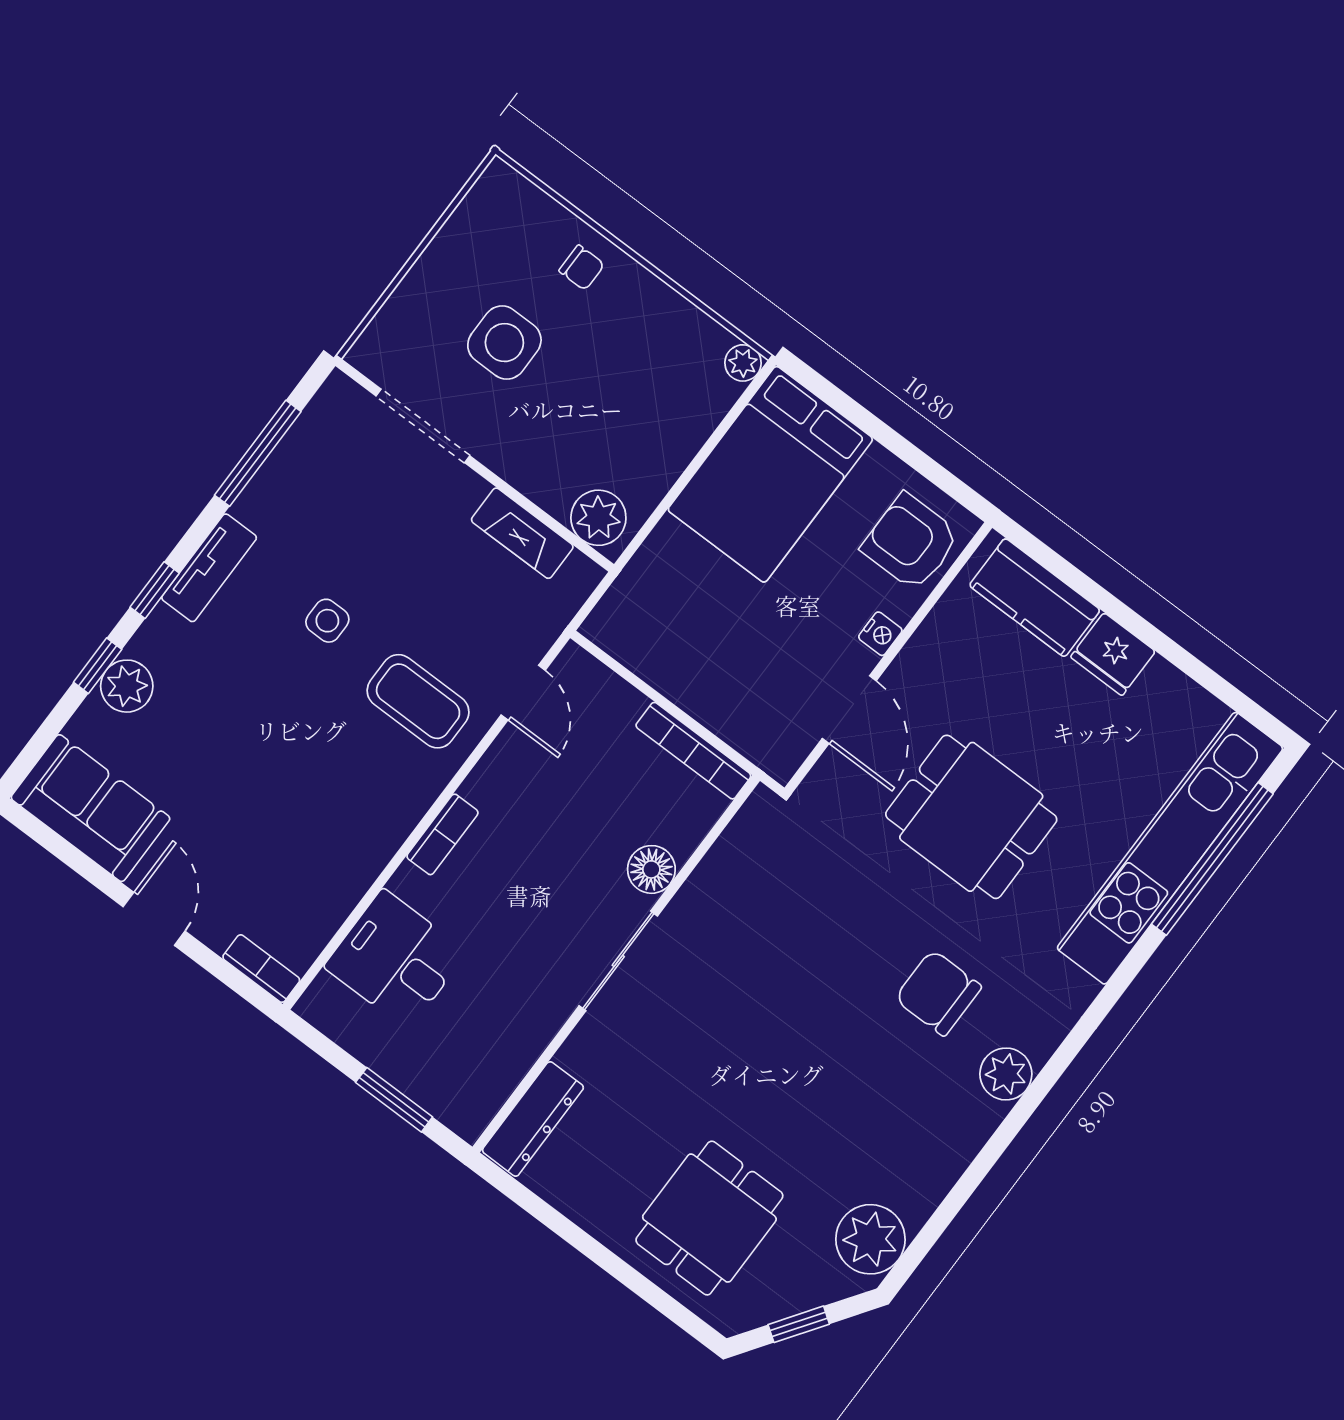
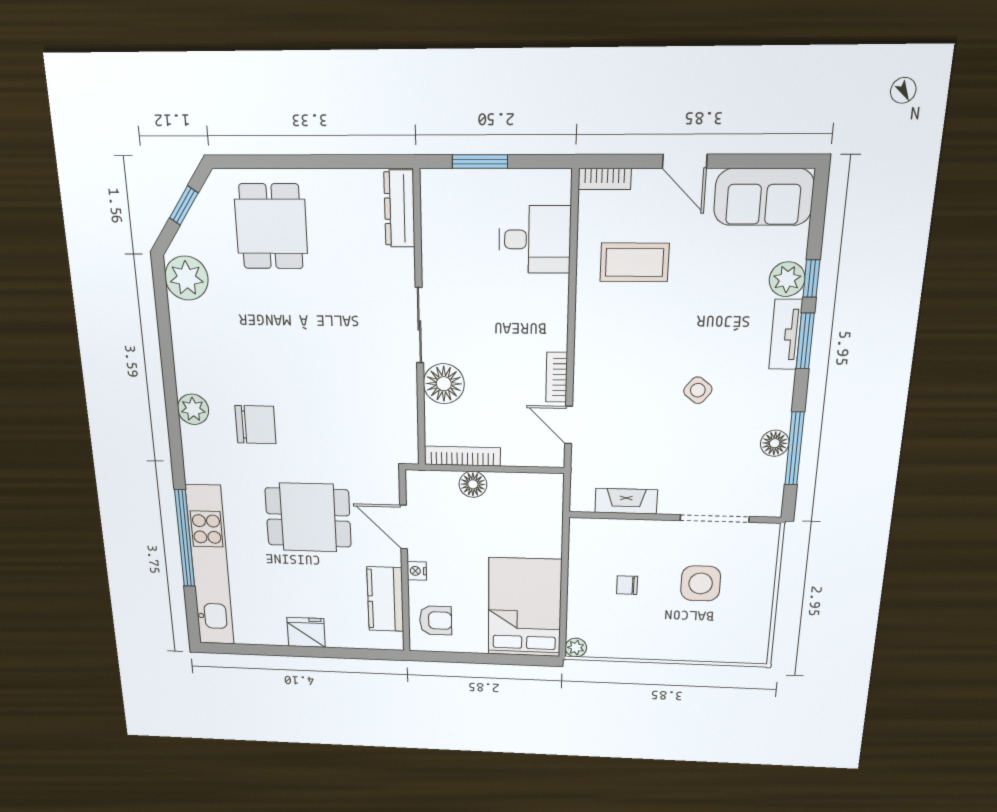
chair: (582, 268) -> (627, 585), moved
floor lamp: (278, 479) -> (775, 443), added
plant: (598, 518) -> (593, 534), removed
armchair: (911, 542) -> (436, 620), width x0.72, depth x0.72
tv unit: (209, 568) -> (786, 335), moved
window: (155, 590) -> (805, 341), width x1.50
kitchen counter: (1035, 598) -> (385, 599), moved, turned -90
side table: (327, 621) -> (698, 390), turned 38
coffee table: (418, 701) -> (634, 262), moved
floor lamp: (709, 702) -> (473, 484), added
bookcase: (442, 834) -> (557, 377), moved
window: (1212, 859) -> (185, 538), moved
floor lamp: (651, 869) -> (444, 384), width x1.38, depth x1.38

